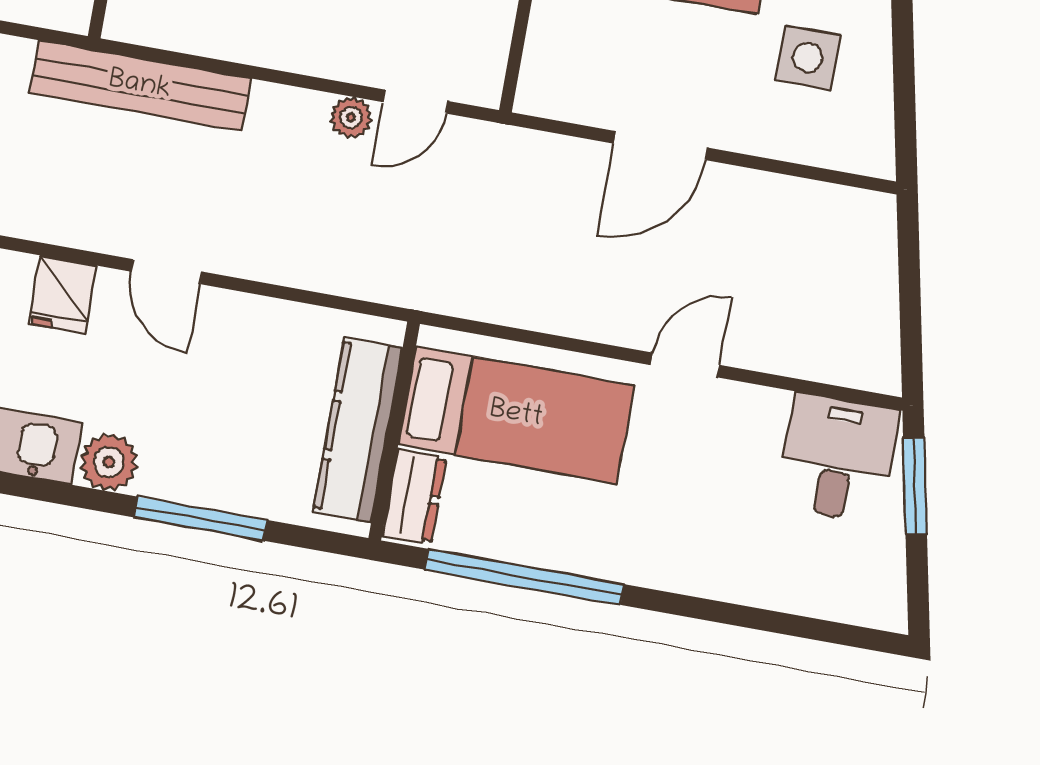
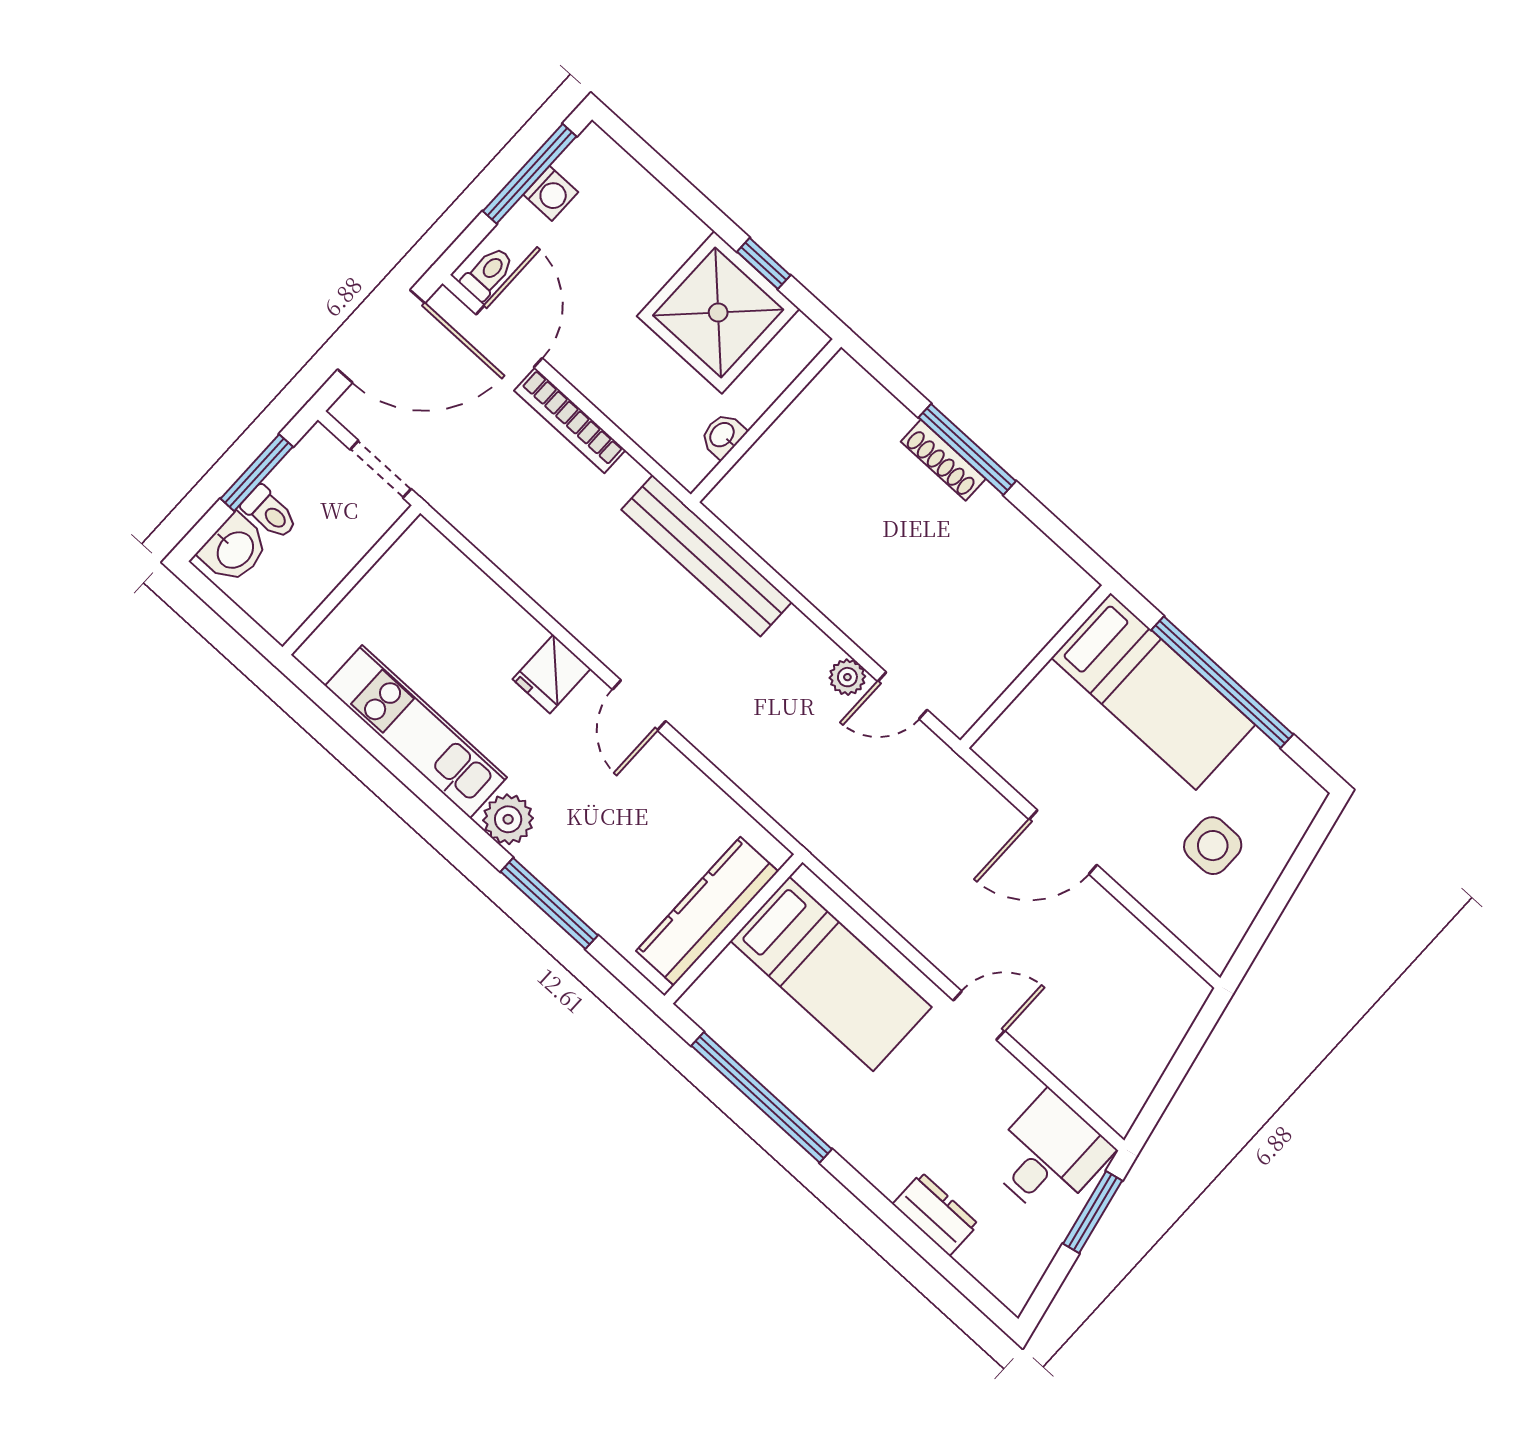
dresser: (414, 497) -> (936, 1214), moved, turned -90

